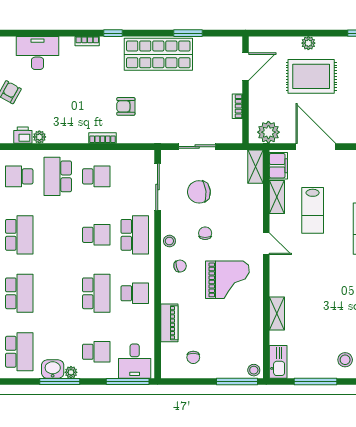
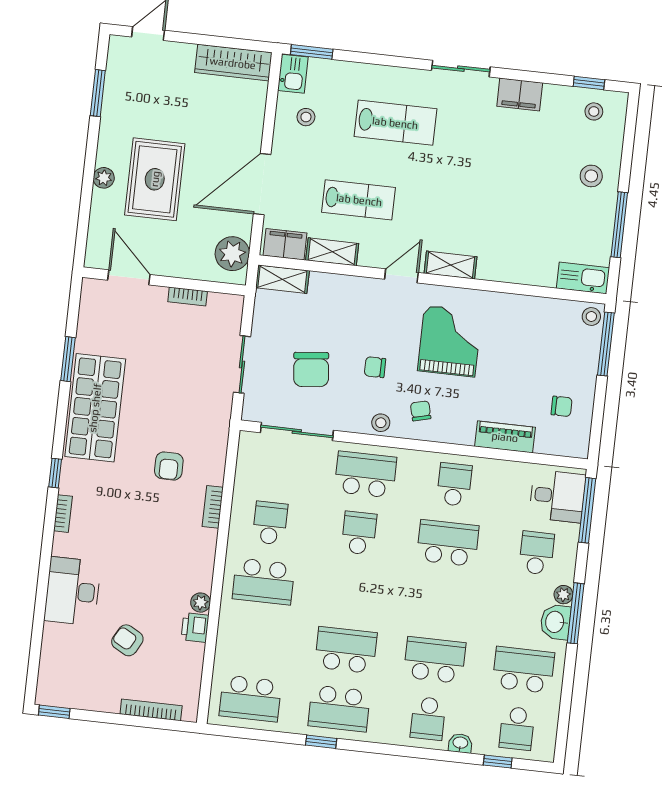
school desk: (19, 176) -> (257, 640), removed
shelving: (277, 313) -> (451, 265), moved

